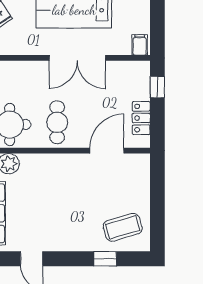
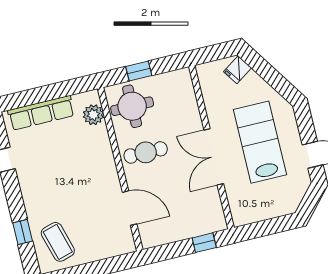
filing cabinet: (140, 45) -> (241, 215), removed
locker: (141, 118) -> (170, 234), removed

